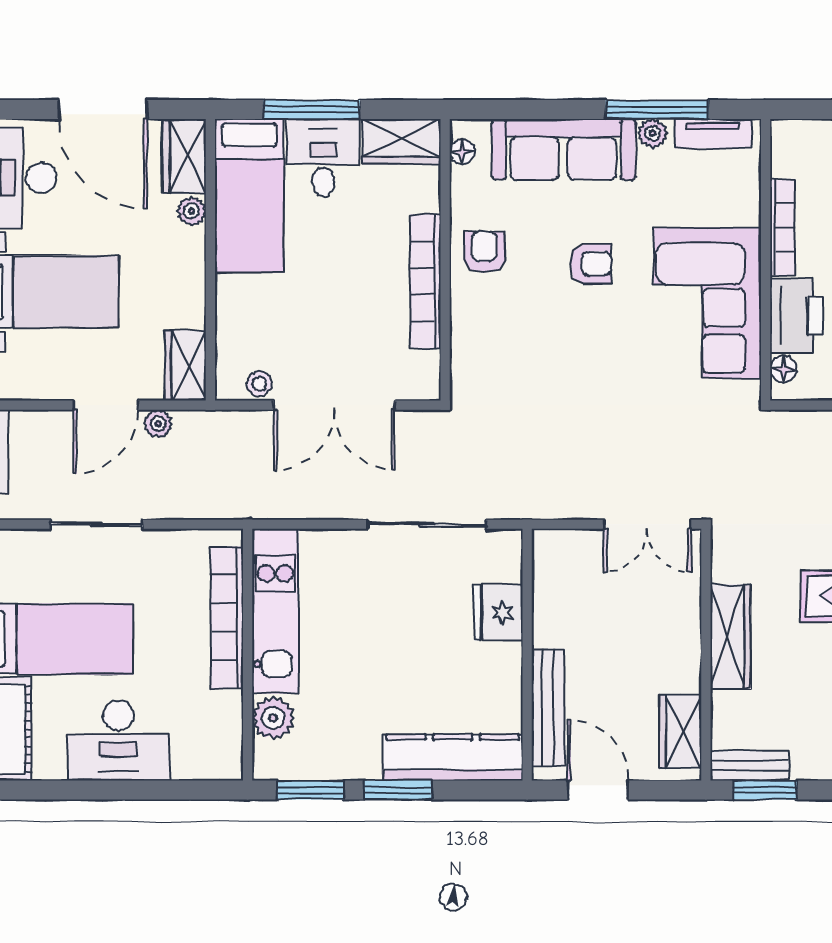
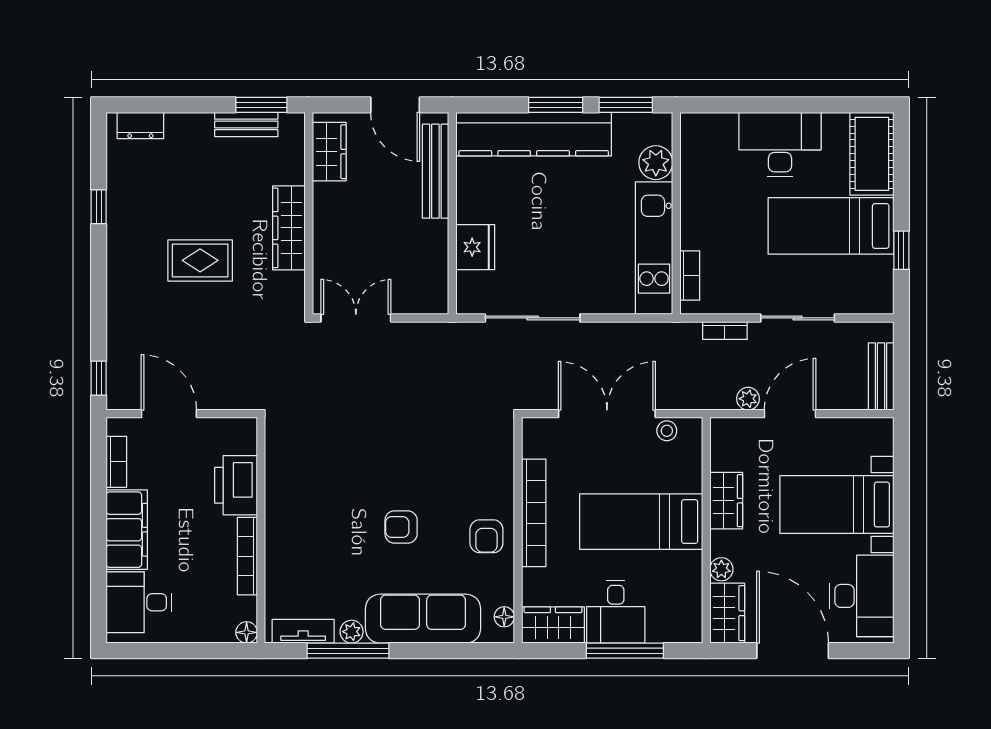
bed: (249, 196) -> (641, 522), moved, turned -90
corner sofa: (707, 303) -> (308, 496), removed
wardrobe: (185, 365) -> (726, 501), moved
floor lamp: (783, 369) -> (247, 632), moved
bookcase: (187, 509) -> (725, 330), added
bookcase: (227, 618) -> (690, 275), width x0.43, depth x0.76
kitchen counter: (453, 757) -> (534, 134), width x1.39, depth x1.17
bench: (750, 766) -> (246, 124), moved

